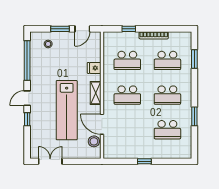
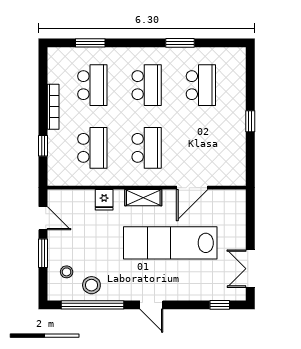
lab bench: (67, 110) -> (170, 243), turned 180
window: (27, 119) -> (220, 305), moved
stool: (94, 141) -> (91, 285), moved

